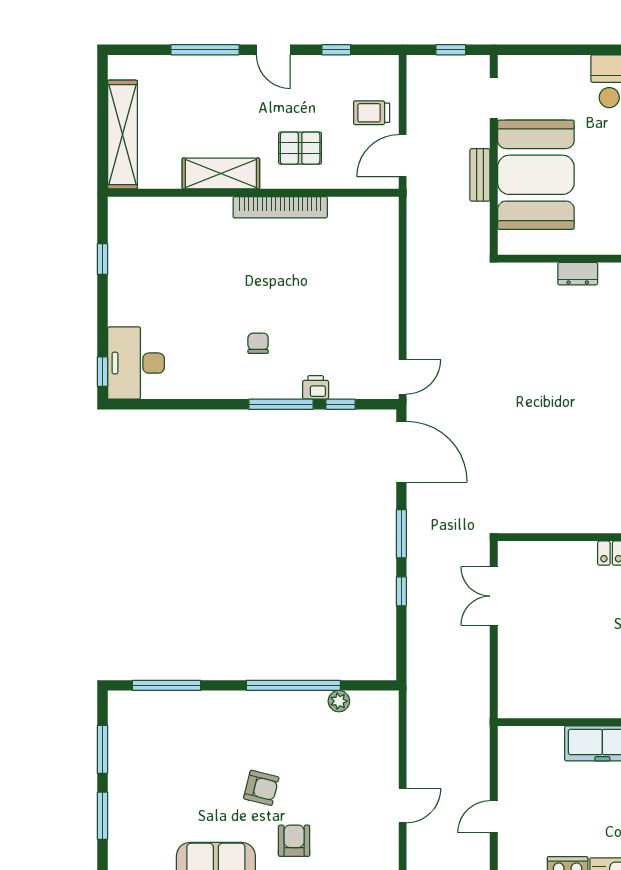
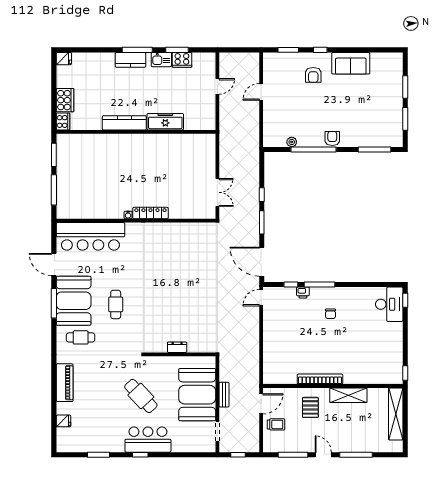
window: (336, 50) -> (293, 455), width x2.17
pallet: (300, 148) -> (310, 407), turned 90
window: (103, 259) -> (405, 373), moved
armchair: (261, 788) -> (332, 138), moved, turned 76

